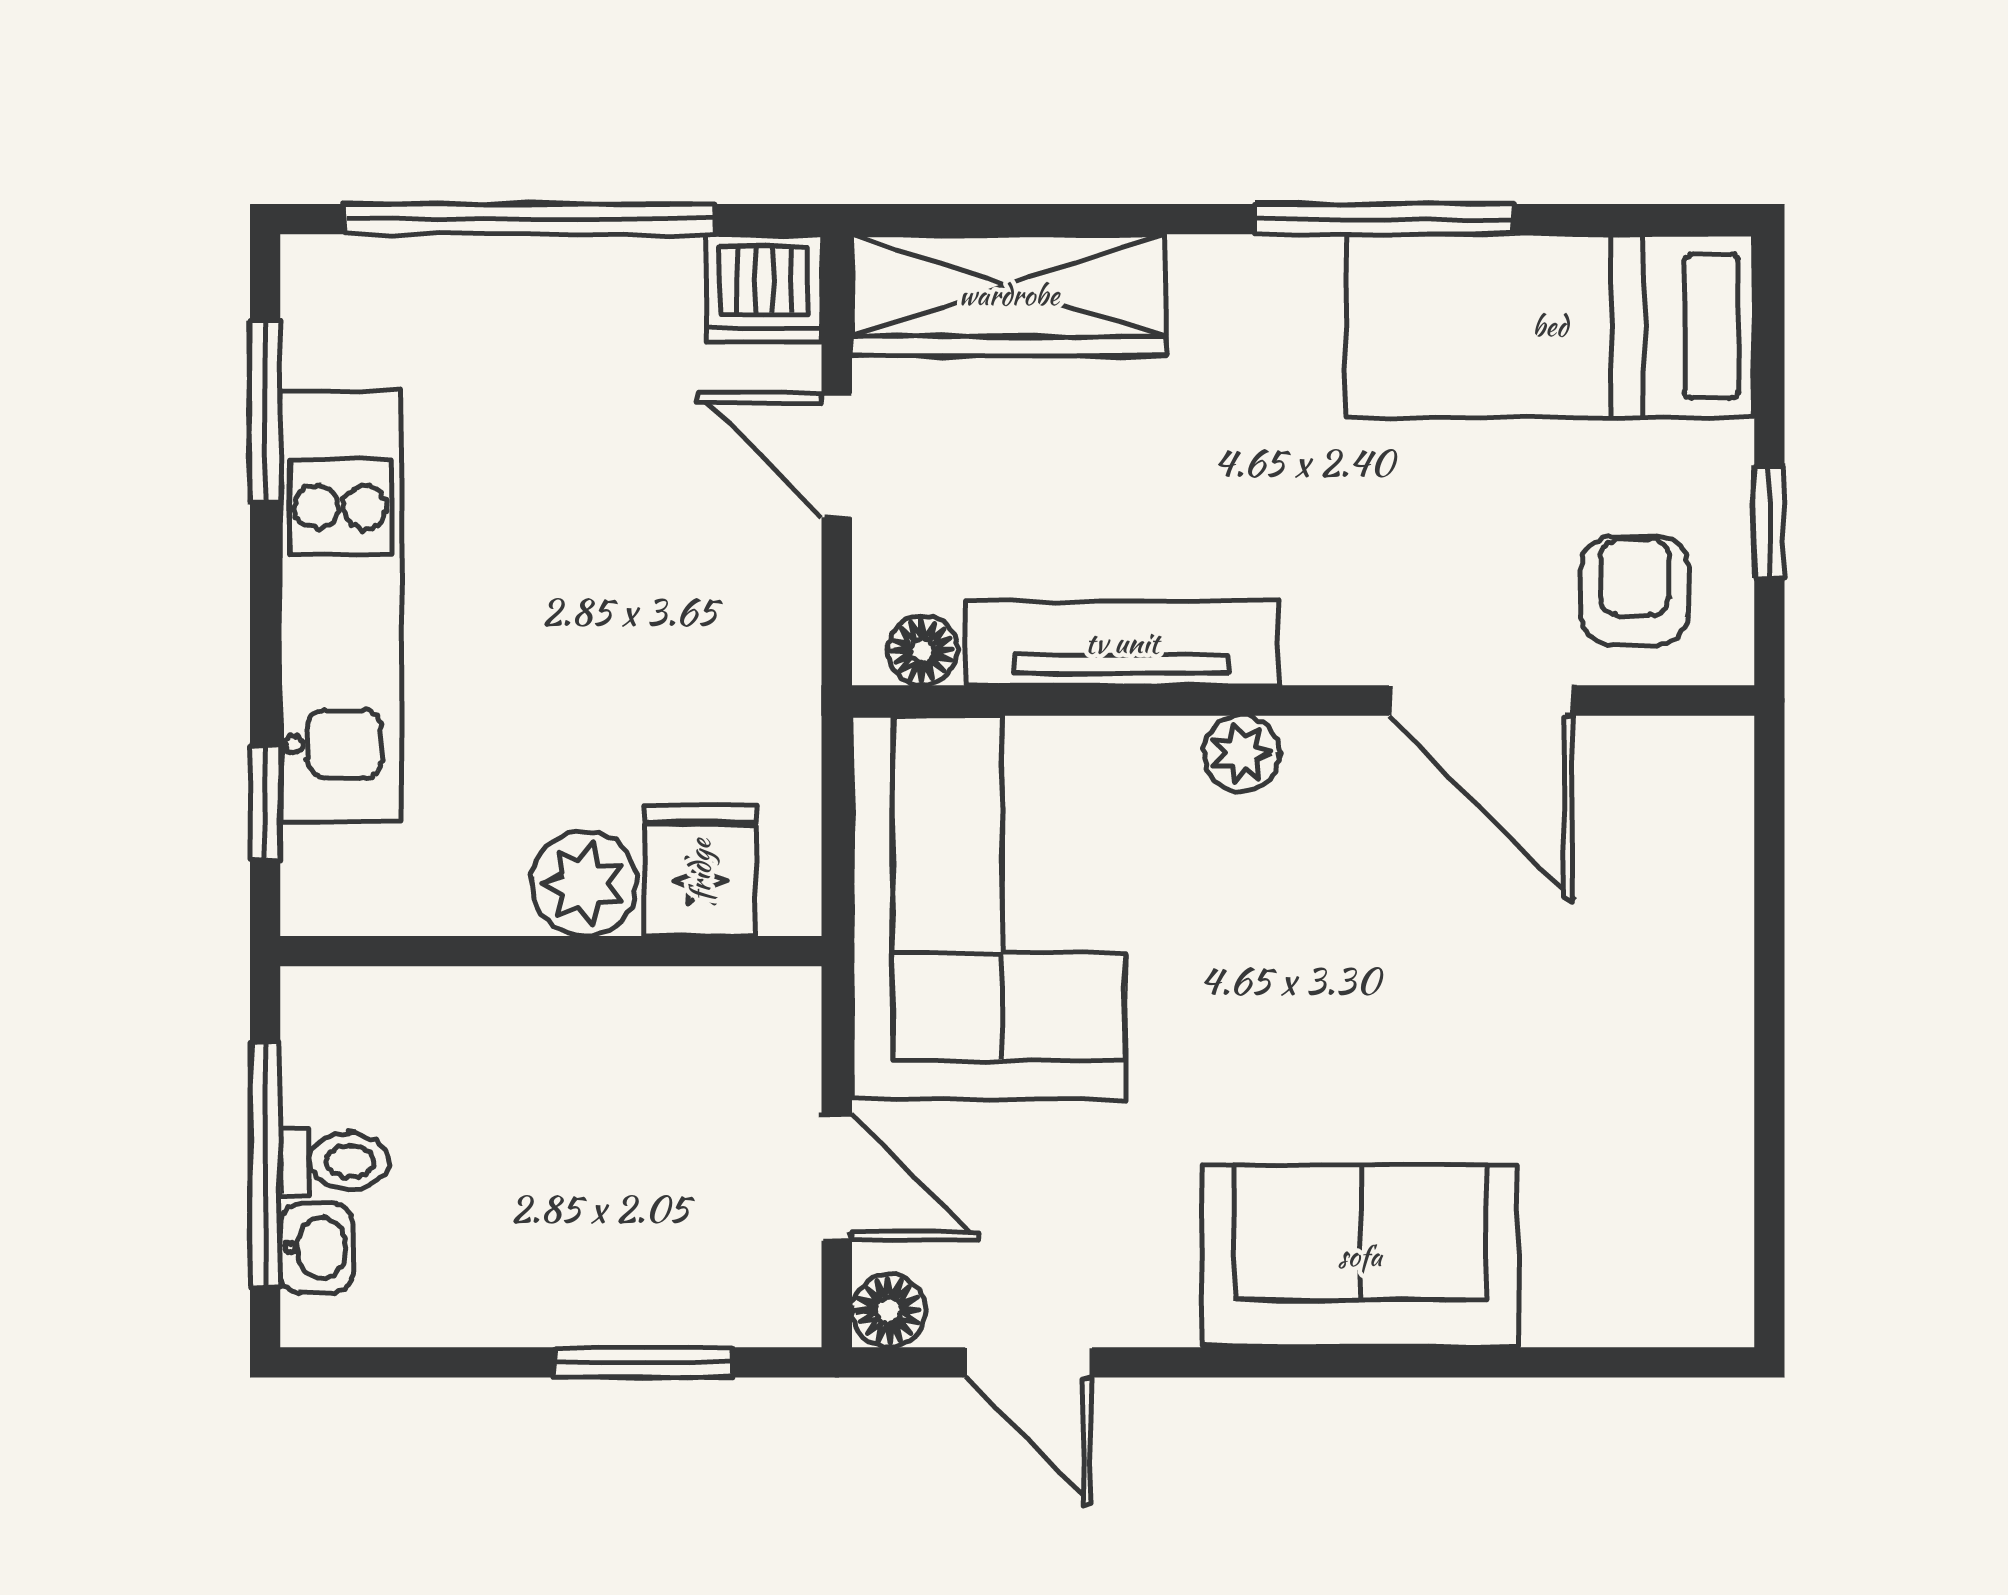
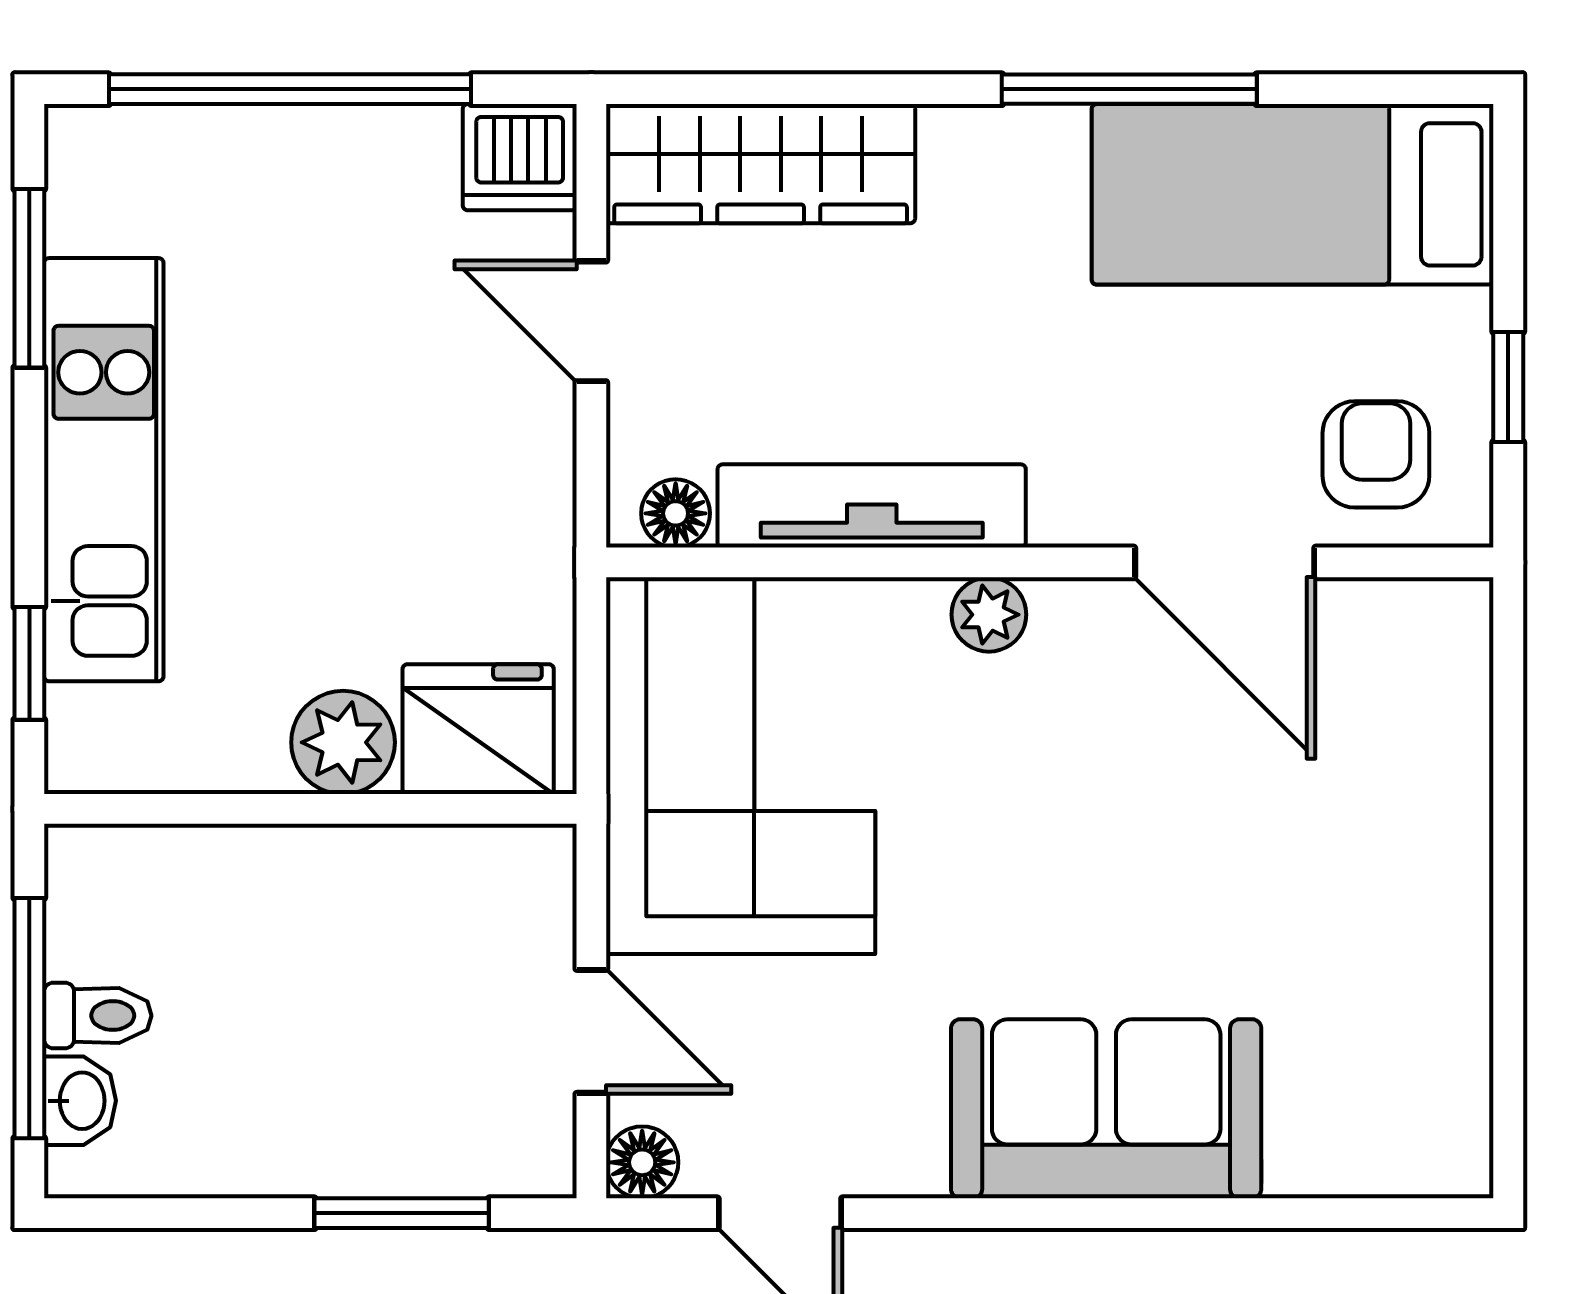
fridge: (700, 870) -> (478, 729), width x1.38

